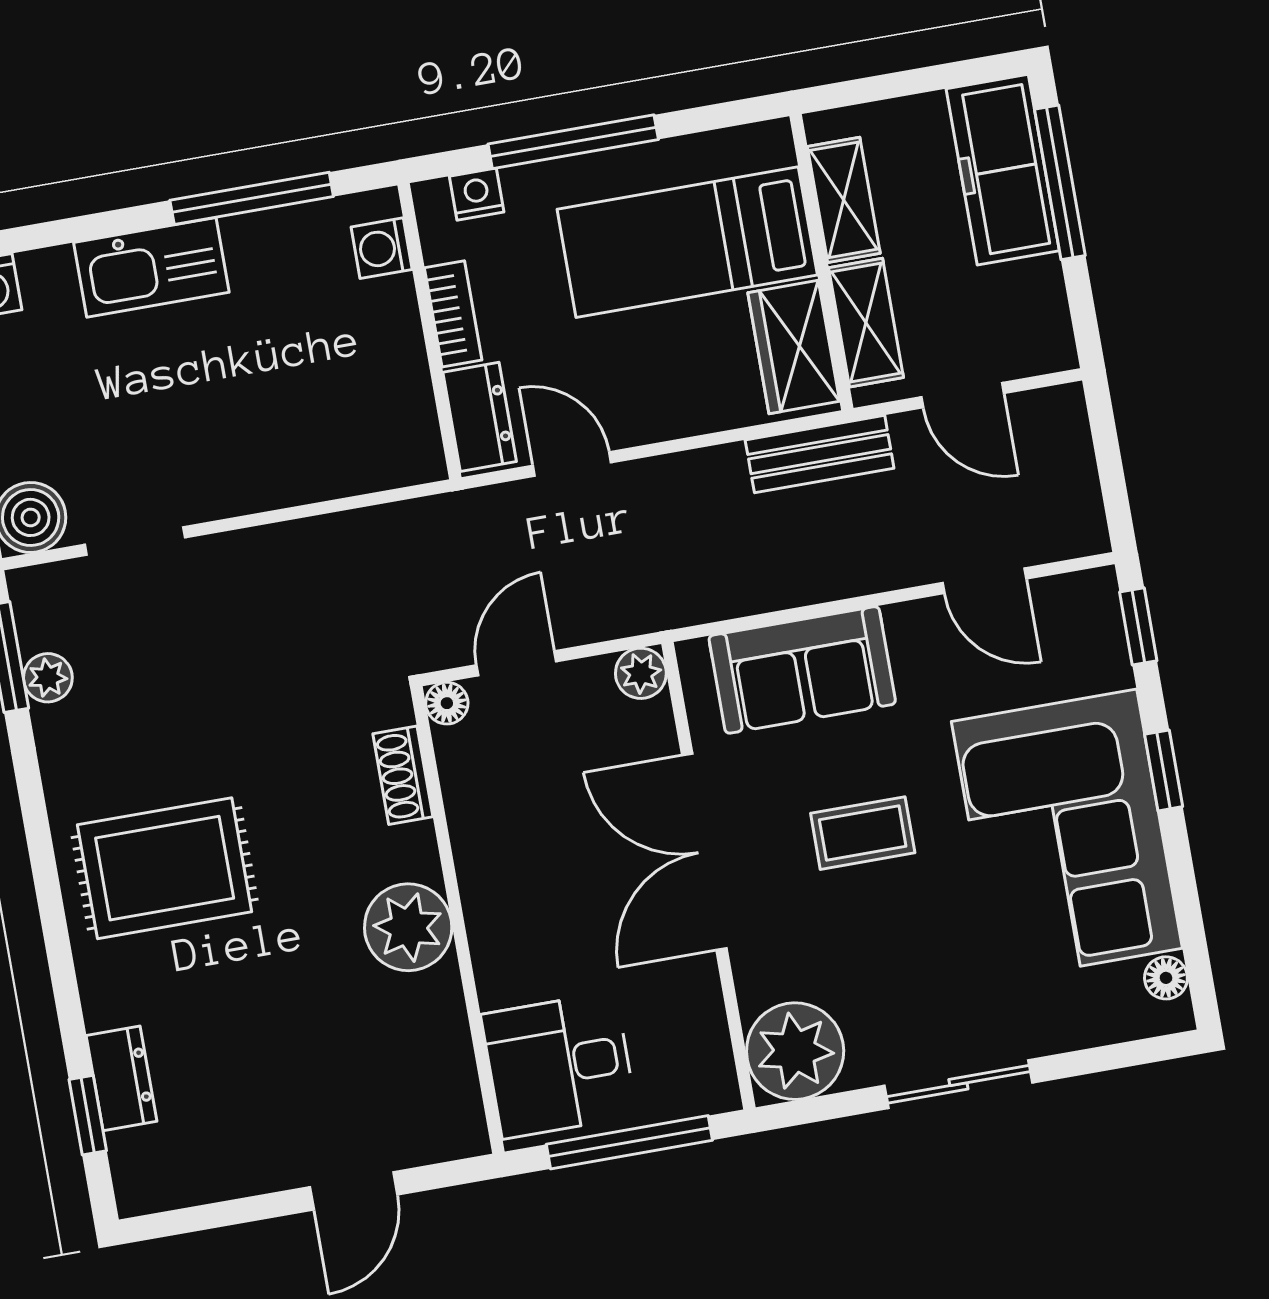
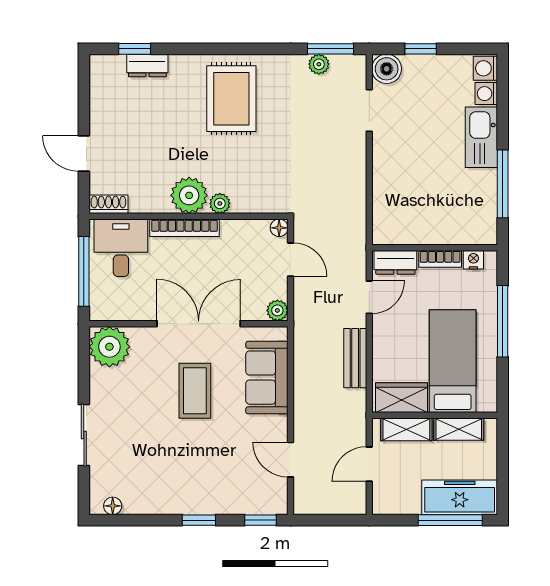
nightstand: (477, 194) -> (473, 260), moved, turned -90
washing machine: (382, 248) -> (486, 94), moved, turned -90
bench: (820, 454) -> (355, 358), moved
door: (984, 581) -> (291, 460), hinge flipped
shoe rack: (403, 775) -> (108, 204), moved
coffee table: (863, 833) -> (195, 391), width x1.36, depth x1.30
corner sofa: (1067, 835) -> (179, 475), removed
plant: (414, 852) -> (220, 203), added
bookcase: (486, 925) -> (184, 228), added
sliding door: (958, 1084) -> (84, 435), moved

